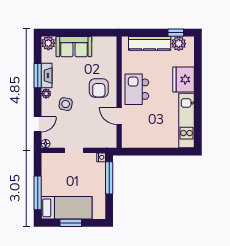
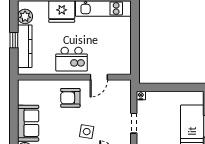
window: (176, 33) -> (14, 40), moved
armchair: (99, 88) -> (70, 98), turned 180
window: (109, 178) -> (162, 87), removed

